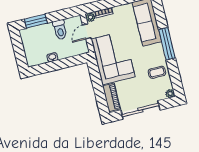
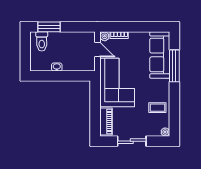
toilet: (60, 30) -> (42, 41), moved
door: (87, 31) -> (97, 50), swing flipped
window: (167, 44) -> (174, 66), moved
sliding door: (140, 110) -> (132, 141), width x0.73

